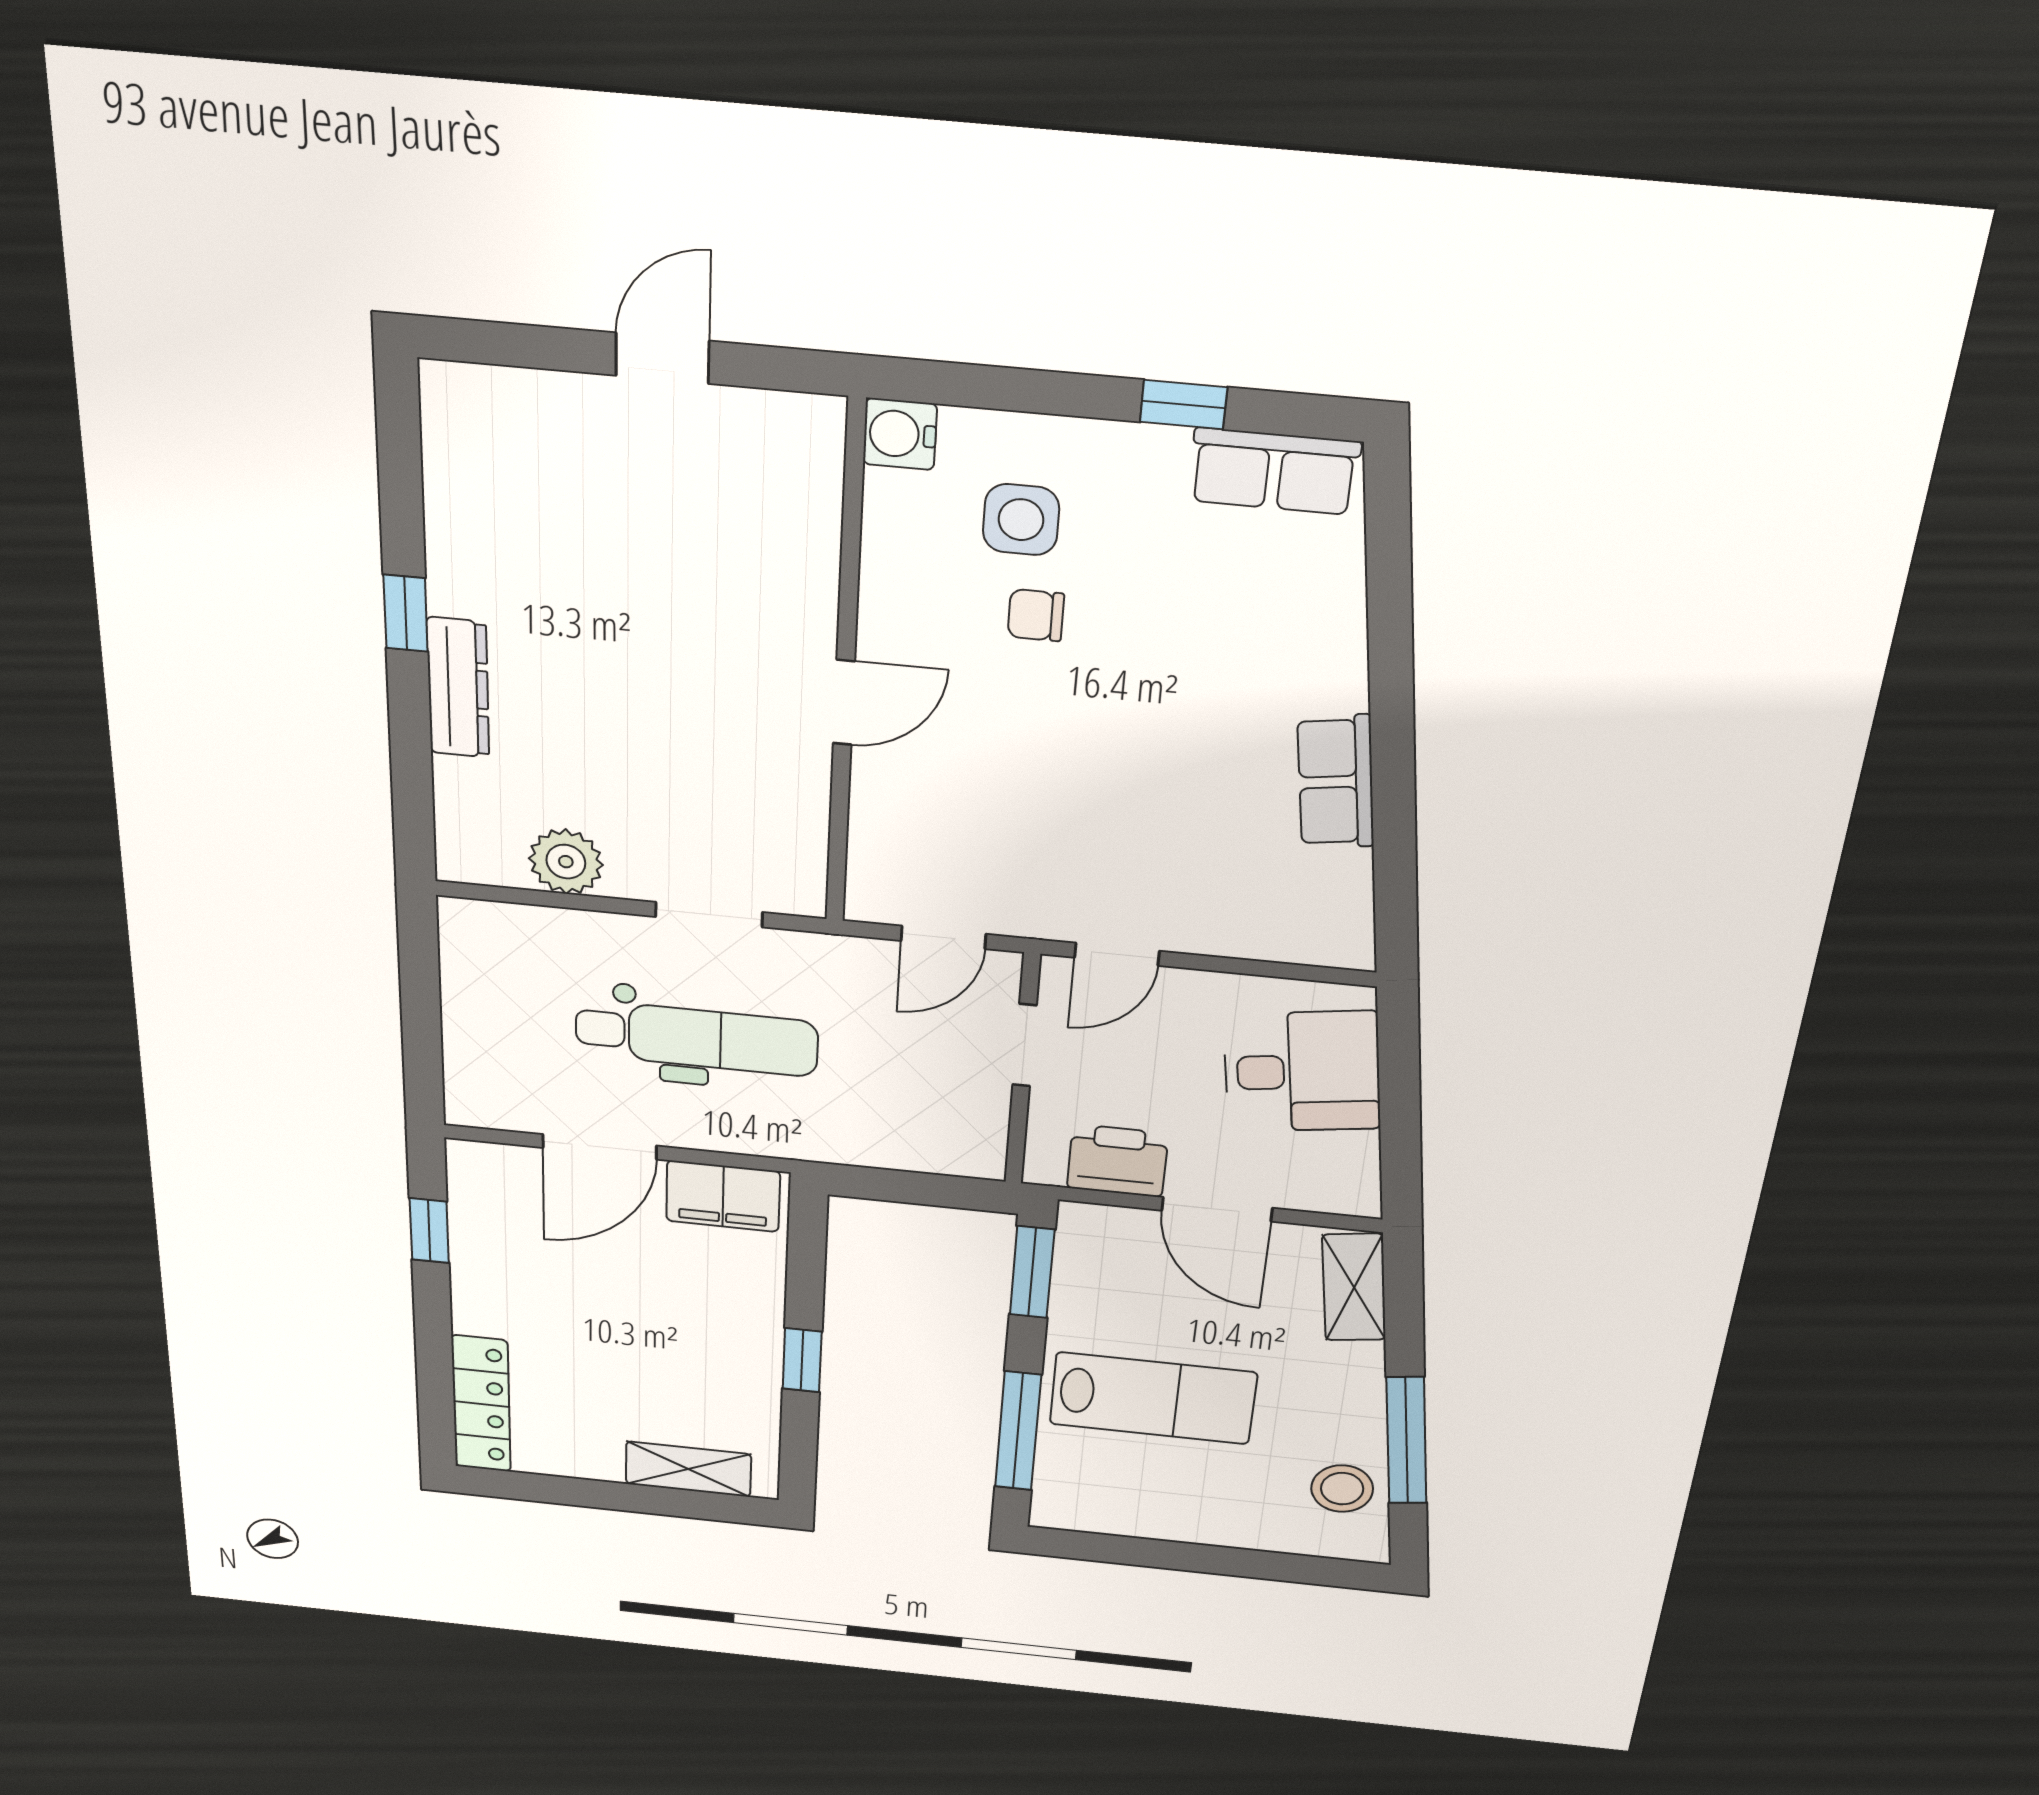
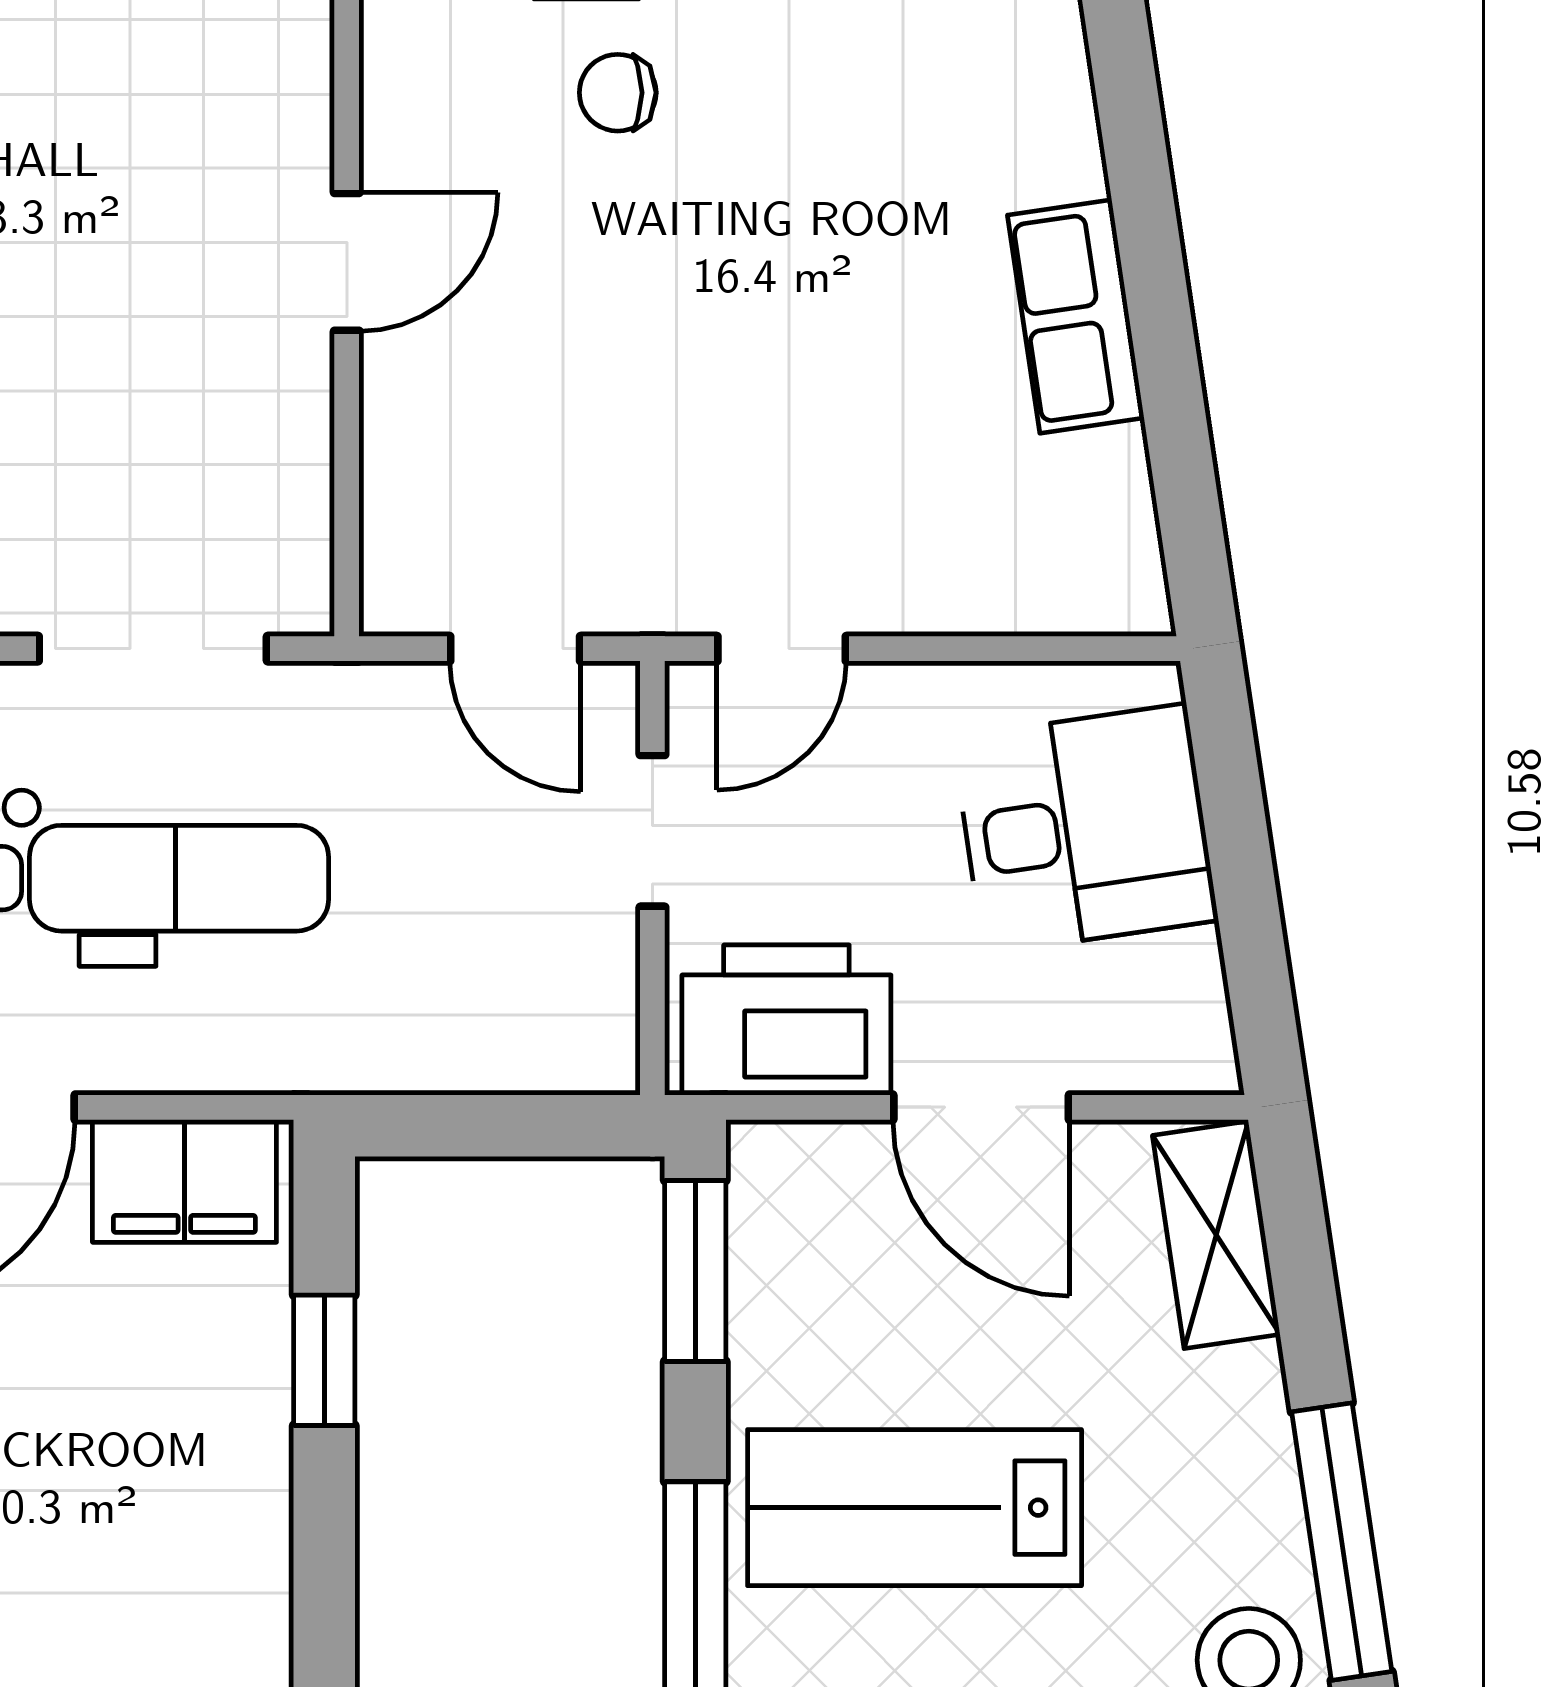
doorway: (709, 915) -> (153, 649), width x1.38
door: (943, 937) -> (515, 649), hinge flipped
printer: (1117, 1161) -> (786, 1020), width x1.37, depth x1.19
window: (802, 1360) -> (324, 1360), moved
lab bench: (1153, 1398) -> (915, 1508), turned 180

